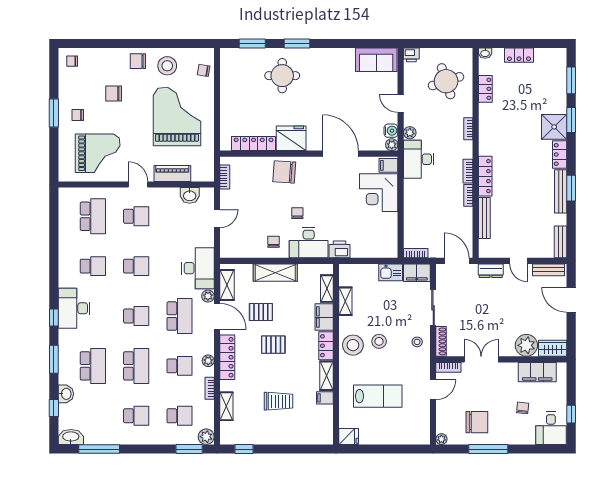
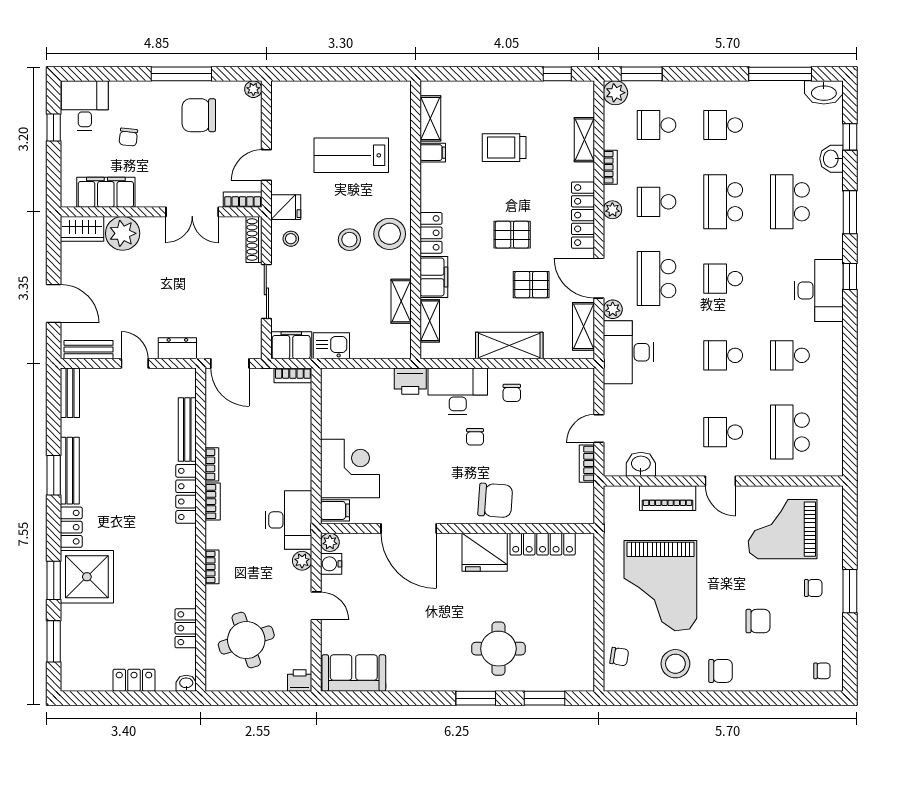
shower: (554, 127) -> (87, 577), width x1.37, depth x1.37
bookcase: (225, 177) -> (587, 464), moved
shelving: (326, 376) -> (430, 118), moved
fridge: (349, 436) -> (286, 207), moved, turned 180

